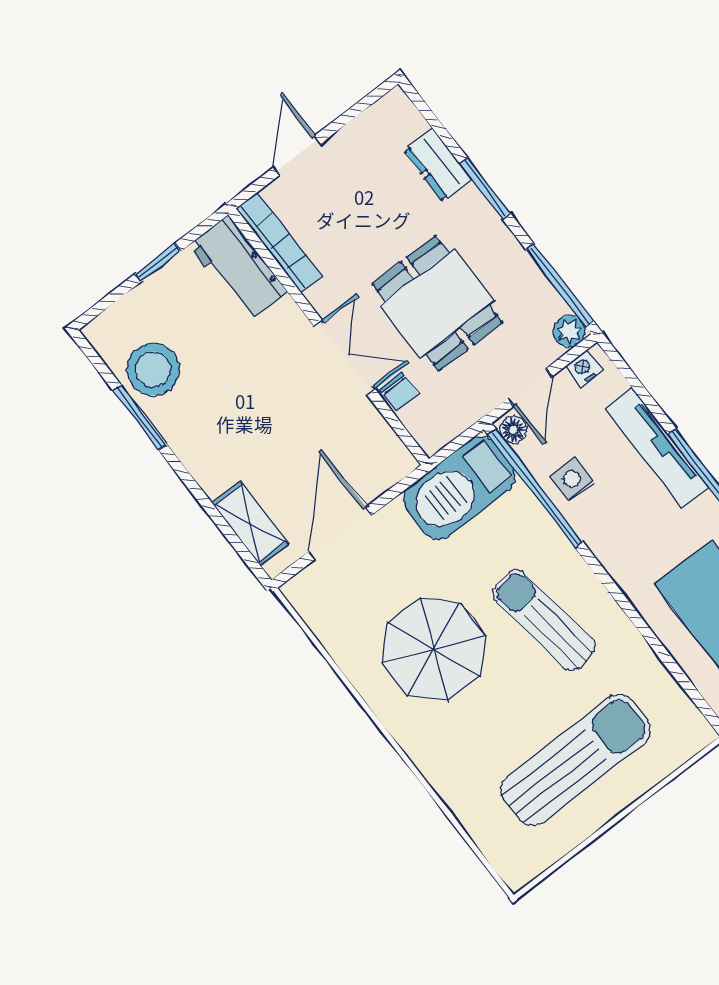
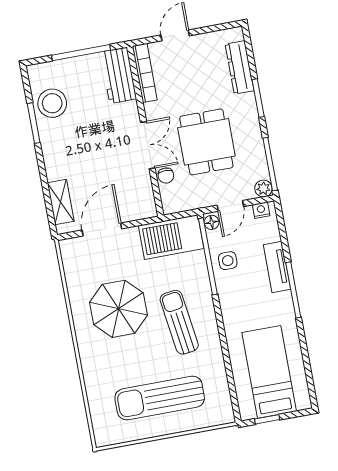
dresser: (438, 165) -> (240, 67), width x1.44
window: (158, 263) -> (81, 53), width x2.17
tv unit: (657, 448) -> (277, 267), width x0.71
sun lounger: (576, 760) -> (160, 398), turned 180

